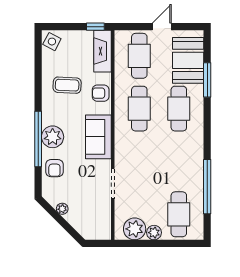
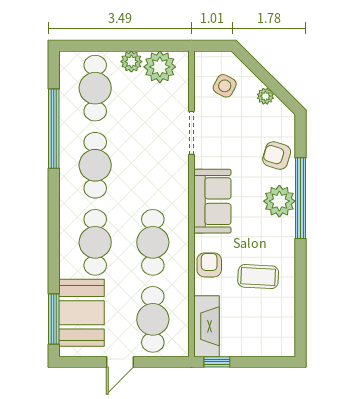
side table: (52, 42) -> (225, 86), moved
window: (207, 80) -> (54, 319), moved
armchair: (101, 93) -> (209, 265), turned -90
cafe table: (179, 161) -> (95, 165), added
armchair: (54, 168) -> (277, 156), turned -73

